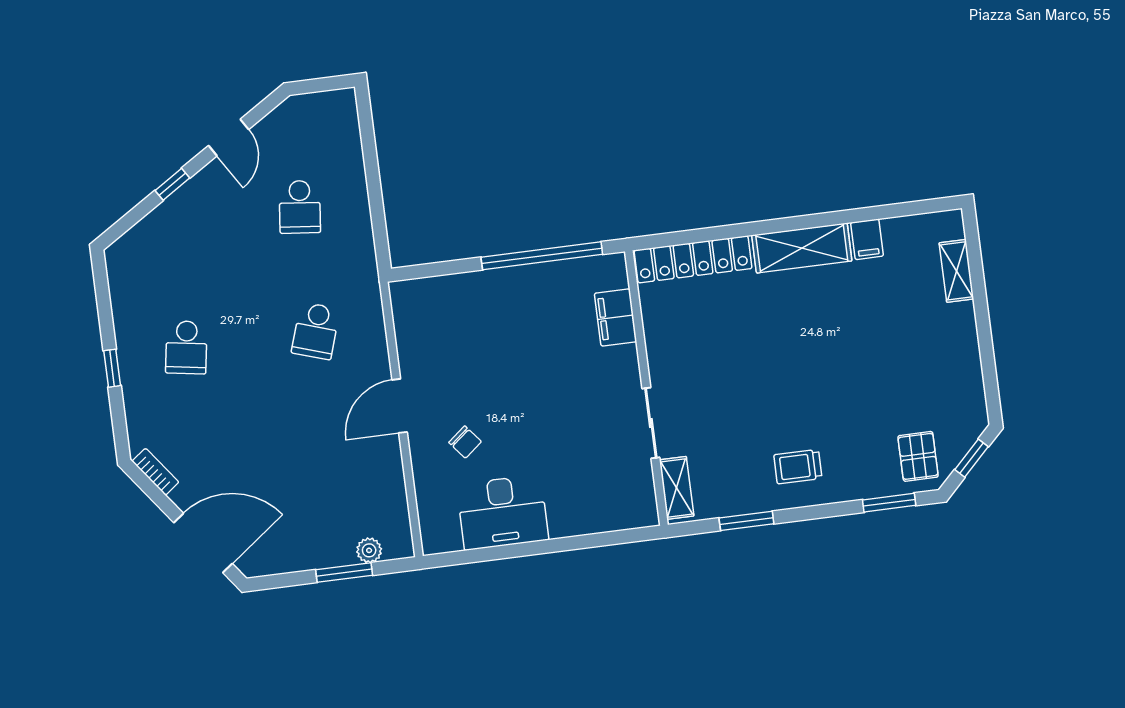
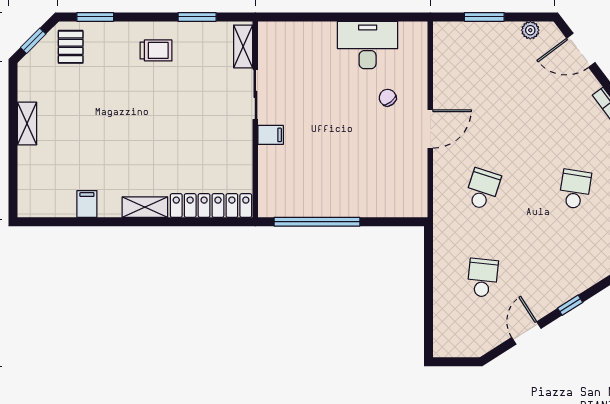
shelving: (802, 248) -> (145, 207), width x0.67, depth x0.75
shelving: (956, 271) -> (27, 123), moved
filing cabinet: (616, 317) -> (271, 135), moved, width x0.50
door: (203, 543) -> (581, 50), width x0.73
plant: (369, 550) -> (530, 30), moved

